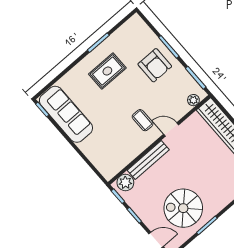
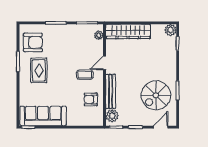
armchair: (155, 65) -> (33, 42), moved
armchair: (123, 147) -> (91, 99), added

